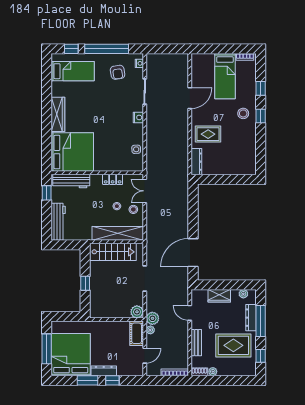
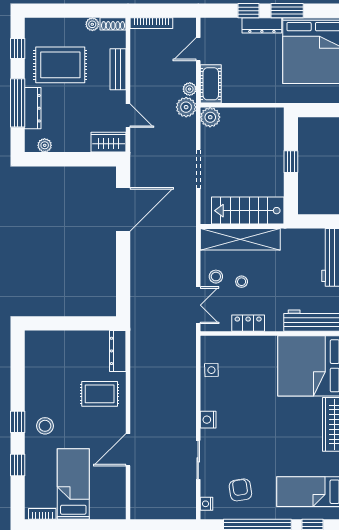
wardrobe: (219, 296) -> (109, 142), moved

